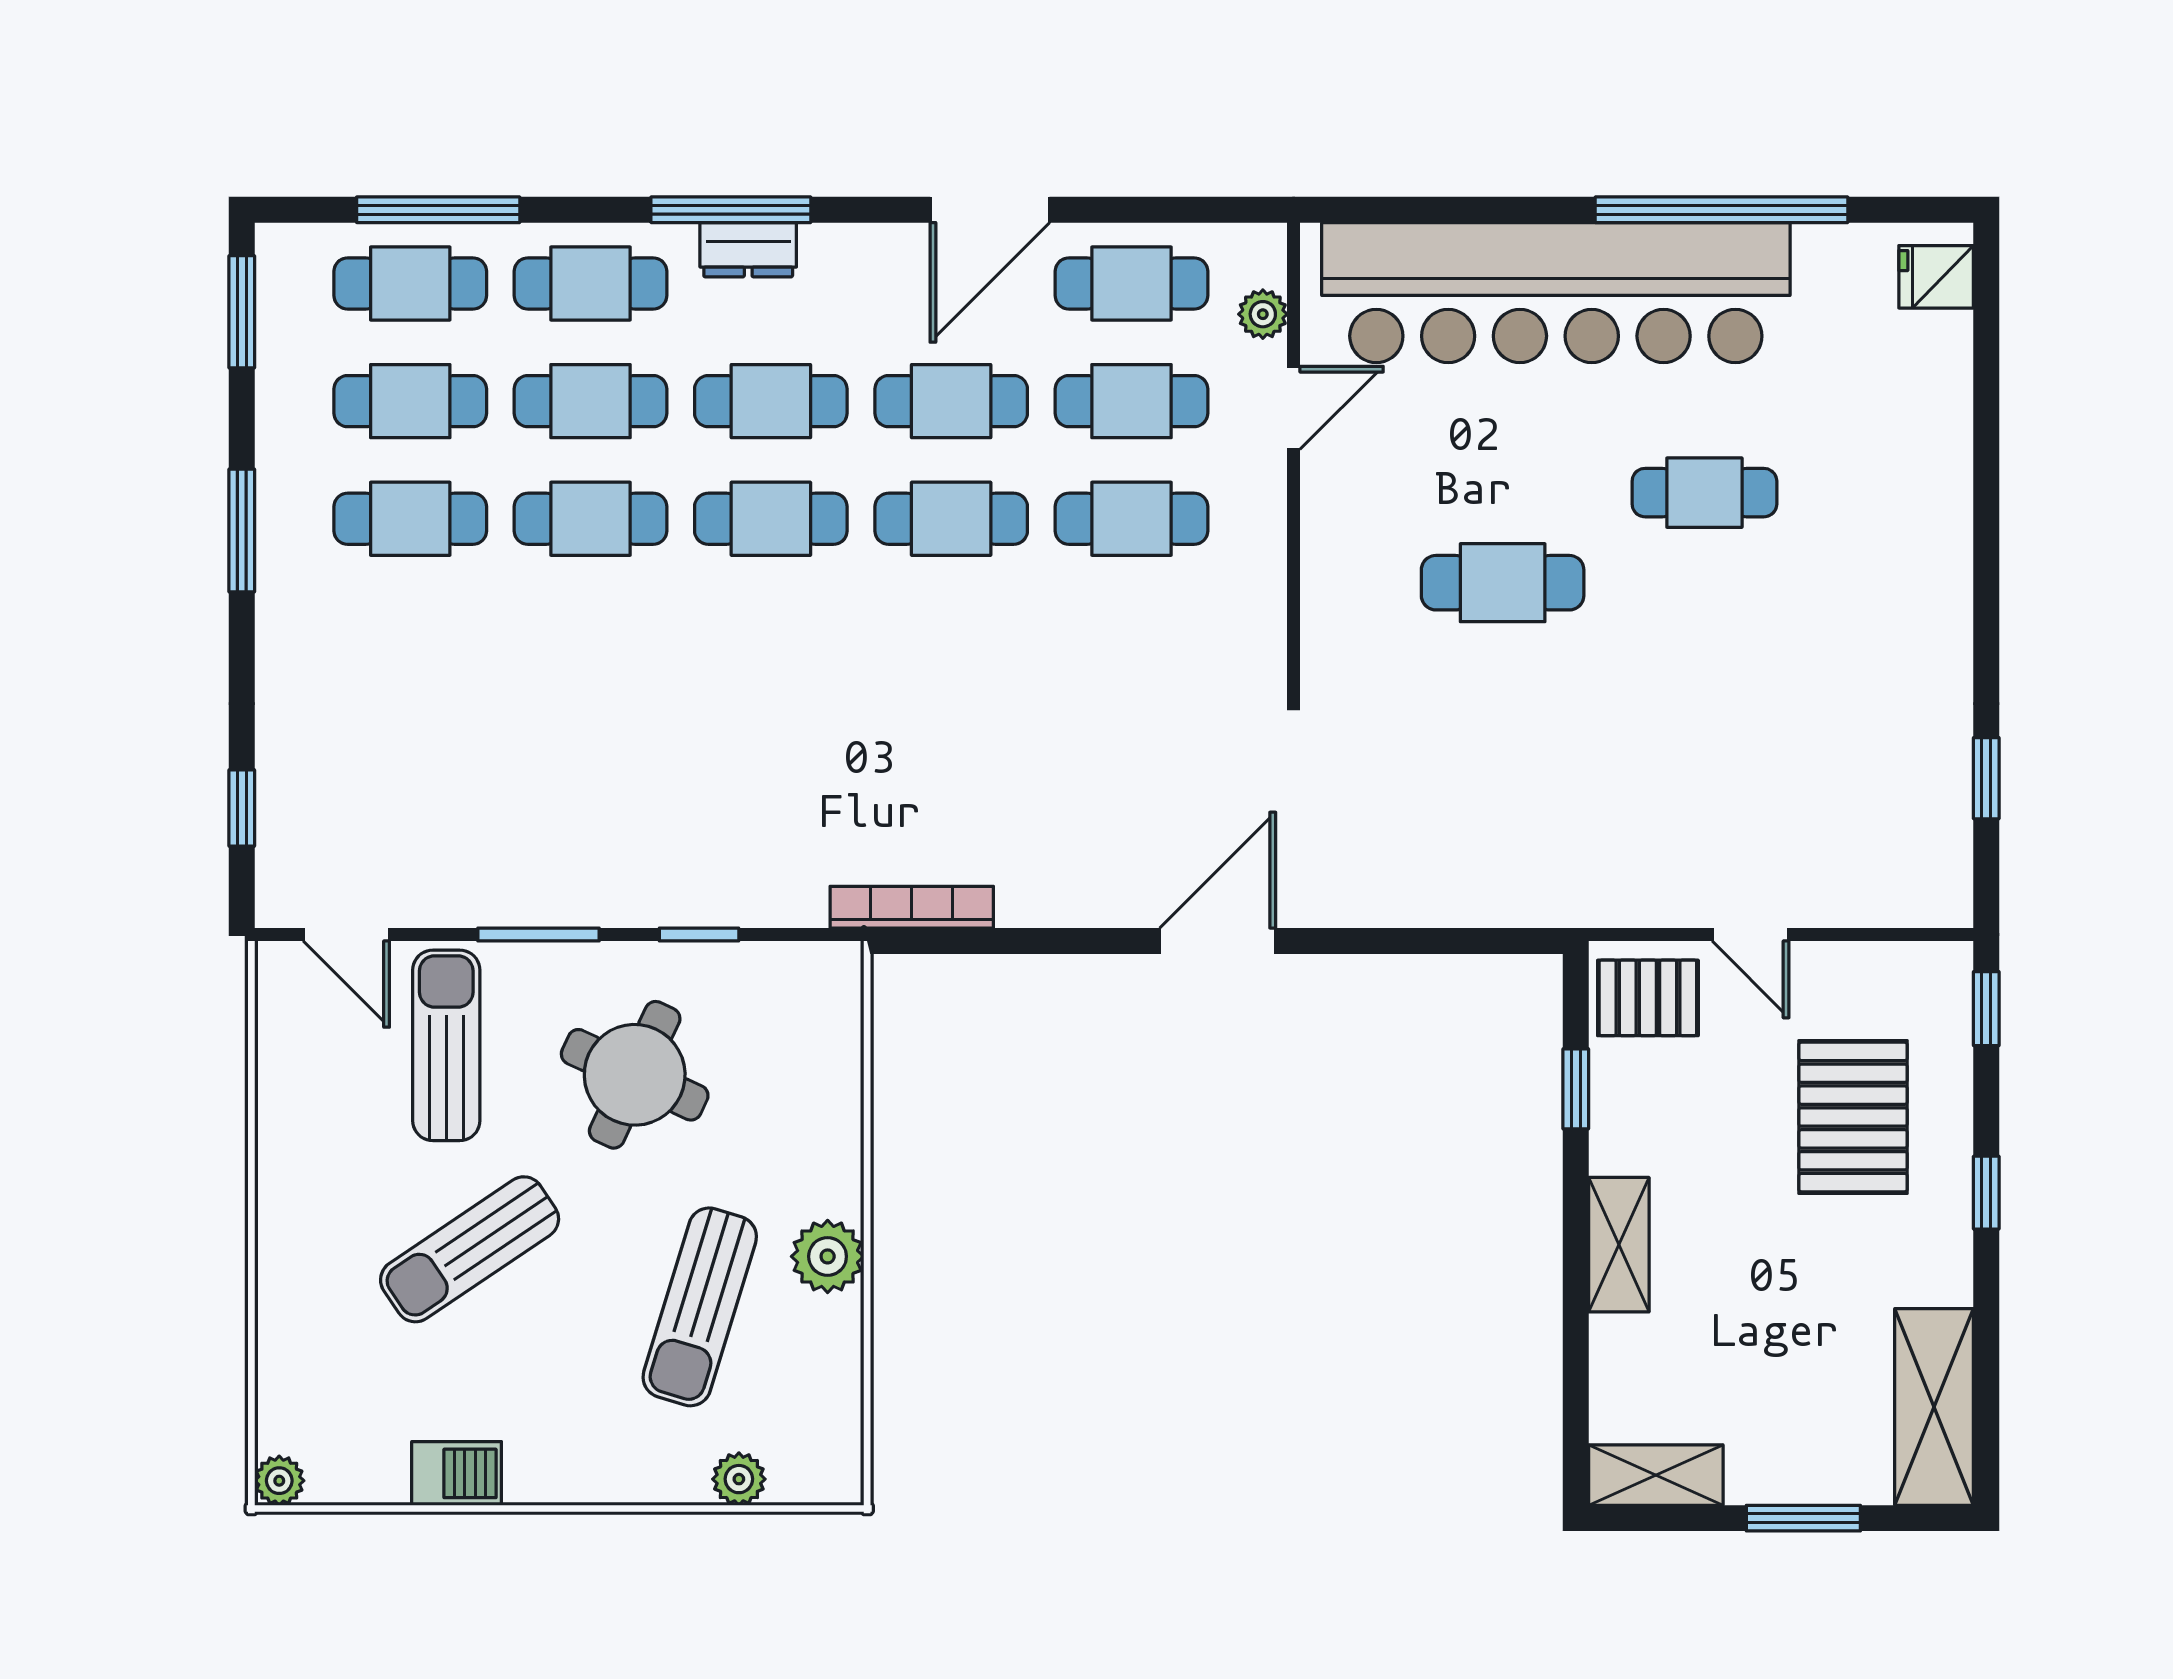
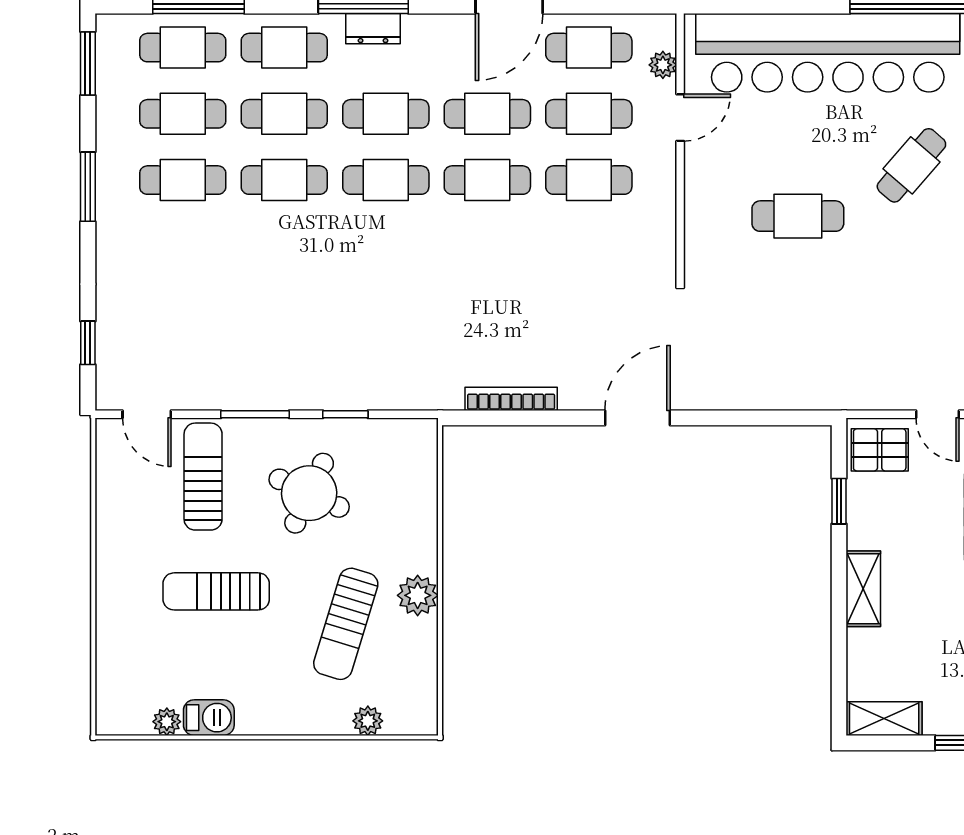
cafe table: (1704, 493) -> (911, 165), turned -49
bookcase: (912, 907) -> (511, 399), moved
sun lounger: (470, 1249) -> (216, 591), turned 34
plant: (279, 1481) -> (167, 722), moved

